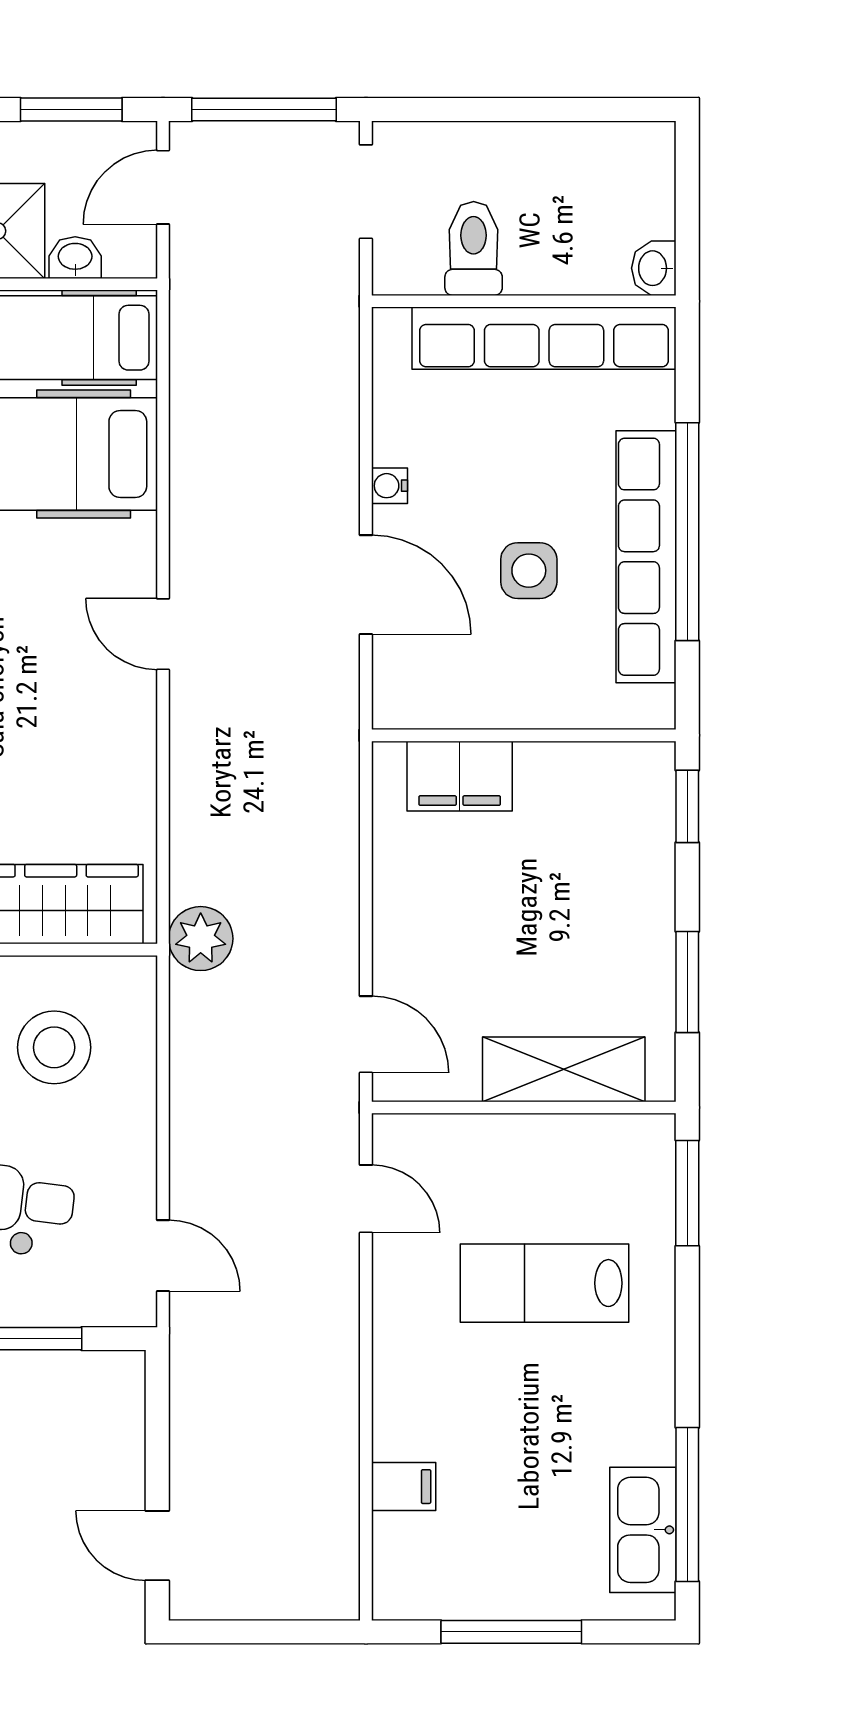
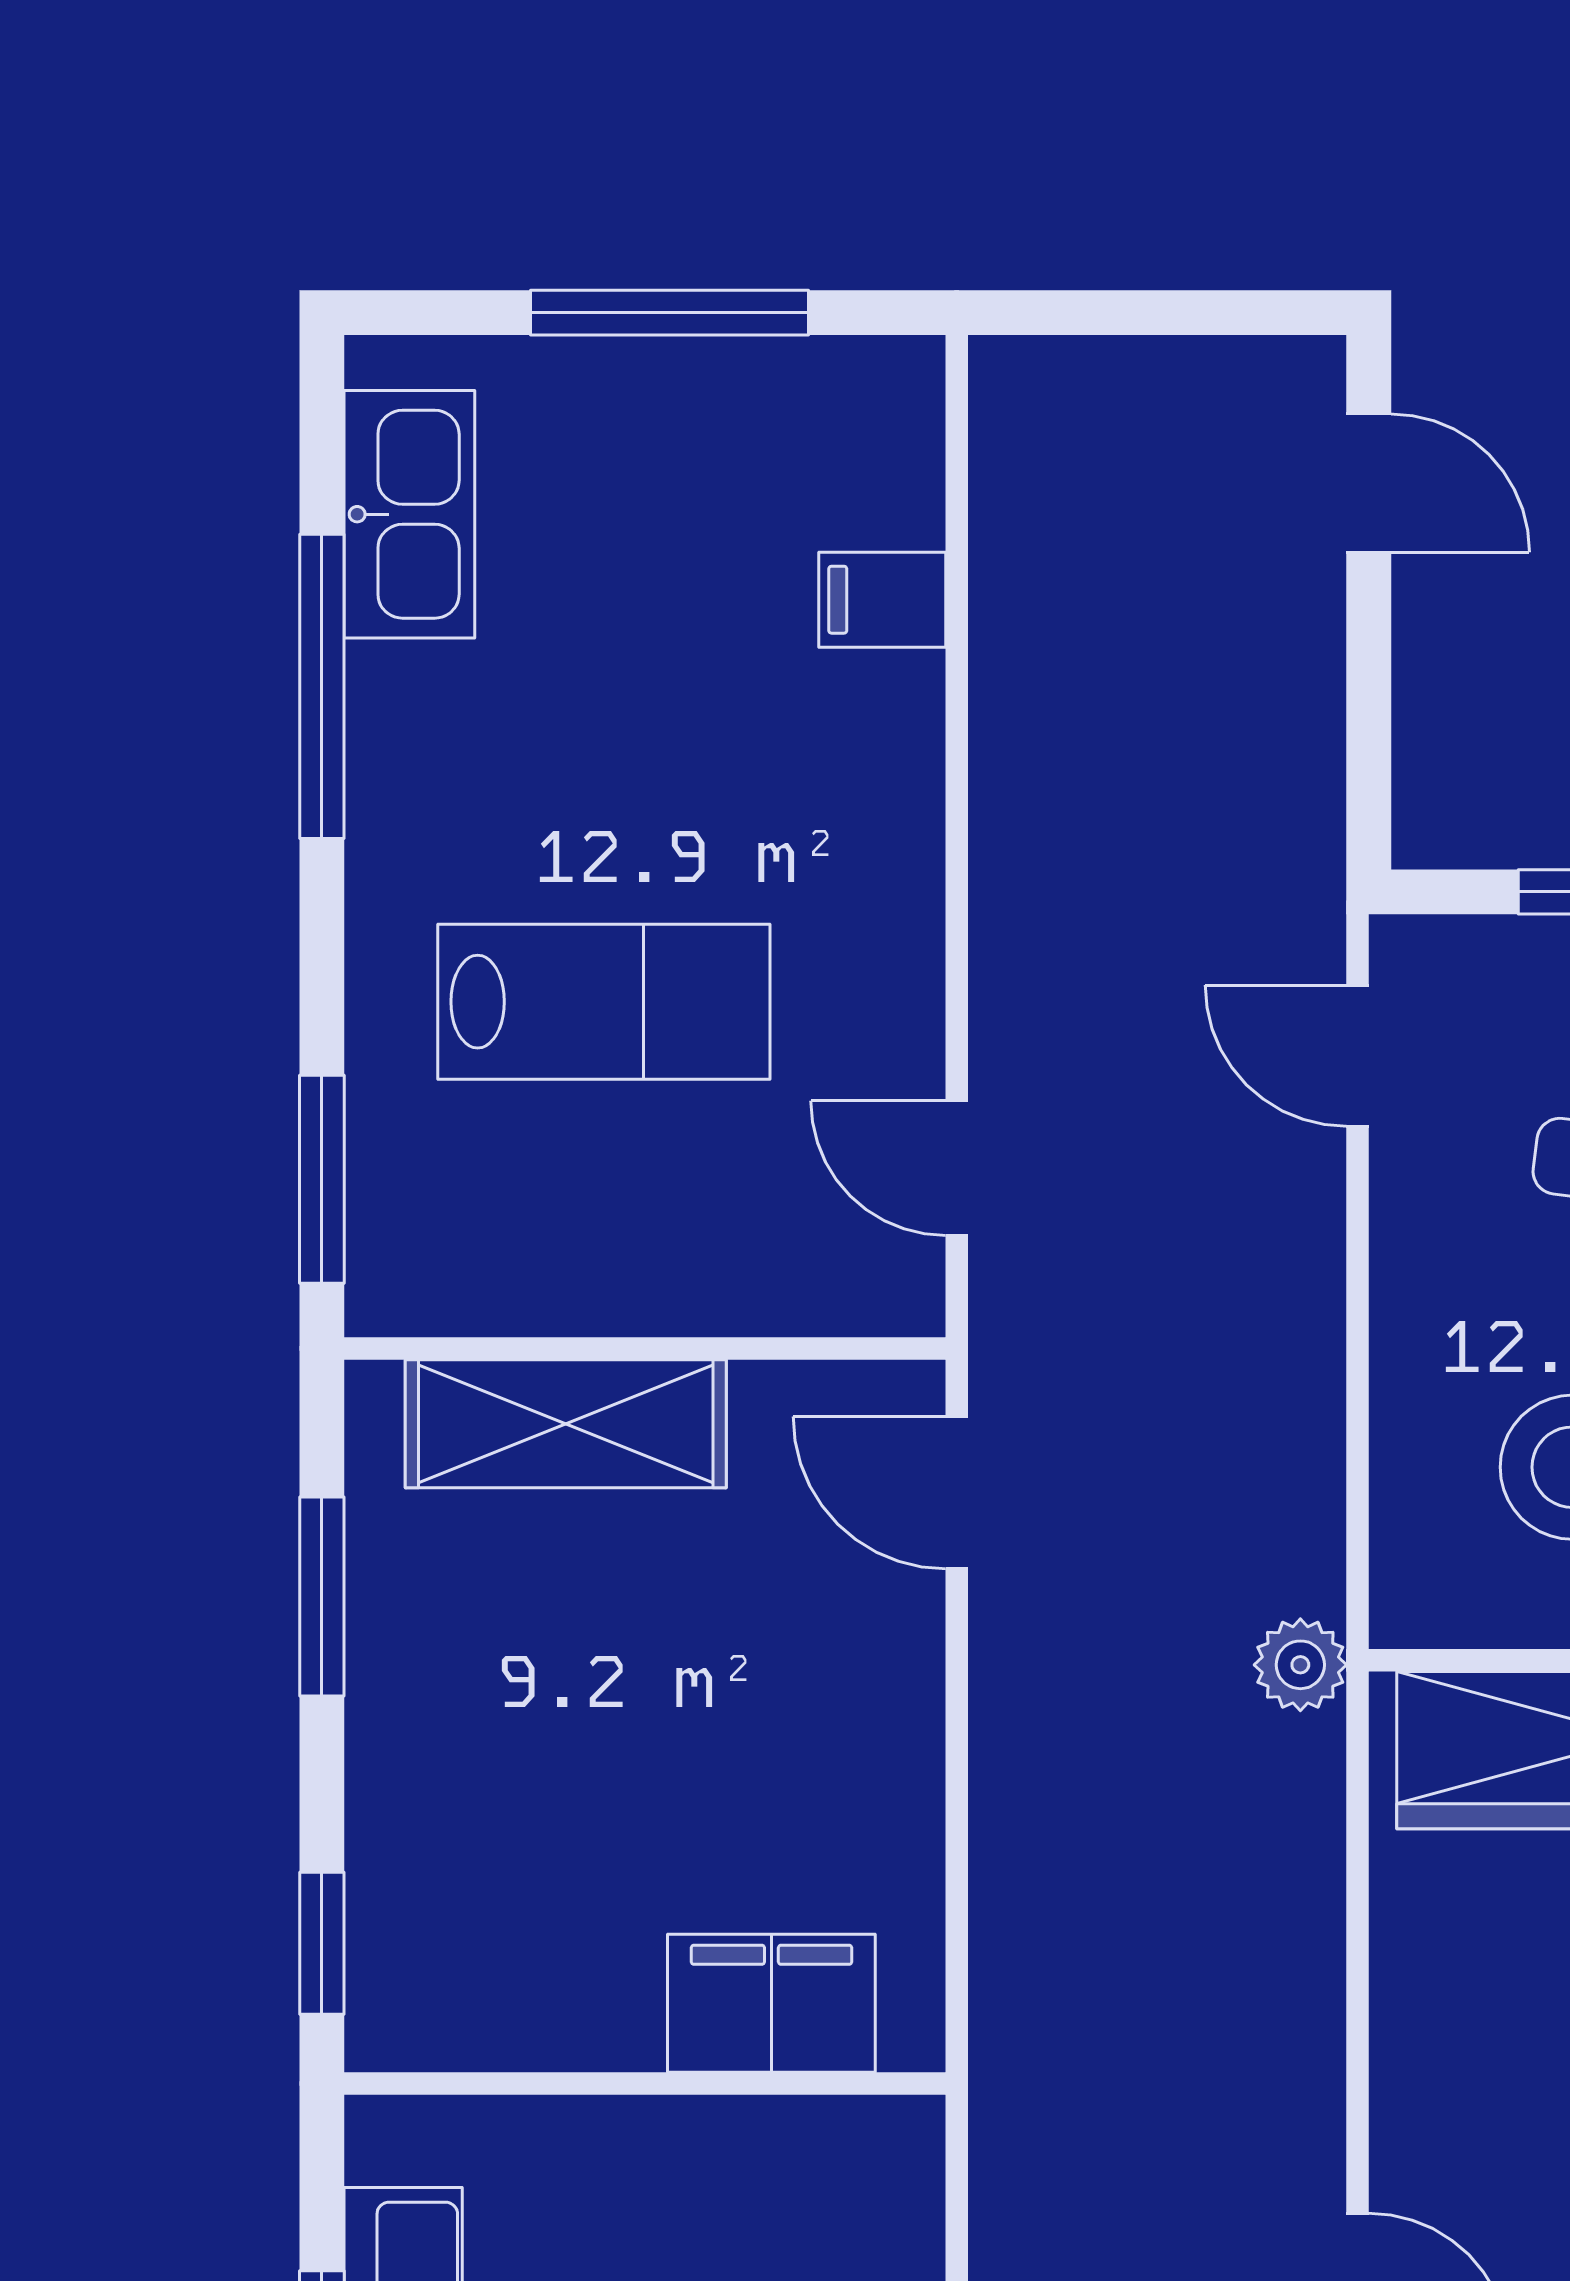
plant: (201, 939) -> (1300, 1665), width x0.73, depth x0.73
window: (687, 1504) -> (322, 686), moved

